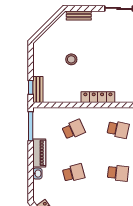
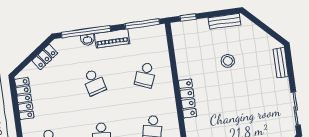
bench: (38, 90) -> (225, 21), moved
school desk: (73, 129) -> (145, 75), turned 45
window: (31, 174) -> (86, 32), added

